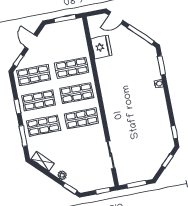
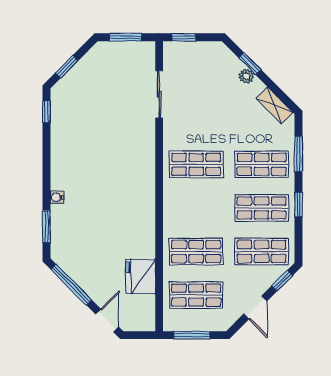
door: (116, 18) -> (107, 320), hinge flipped
shop shelf: (77, 93) -> (196, 295), moved
window: (70, 188) -> (250, 64), moved

